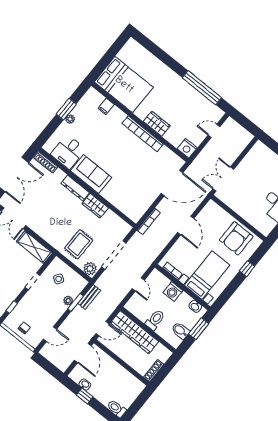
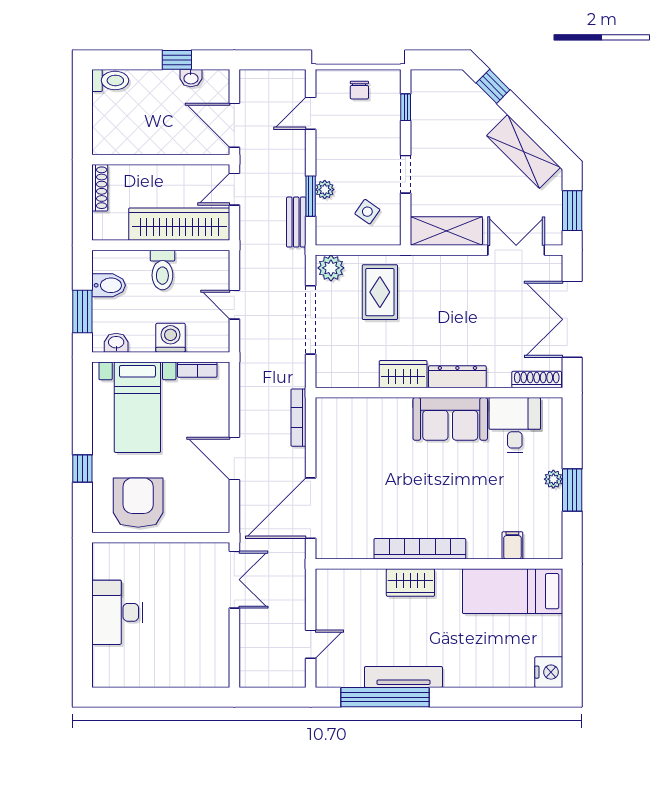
bed: (124, 85) -> (513, 591), width x0.67
tv unit: (189, 90) -> (403, 677), added
nightstand: (187, 148) -> (549, 672), moved, turned 90

